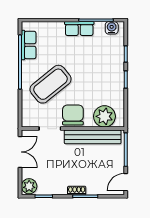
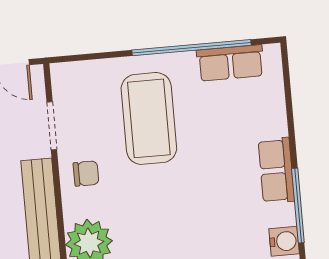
coffee table: (51, 84) -> (149, 118), turned 39
chair: (73, 115) -> (86, 173), width x0.54, depth x0.54

